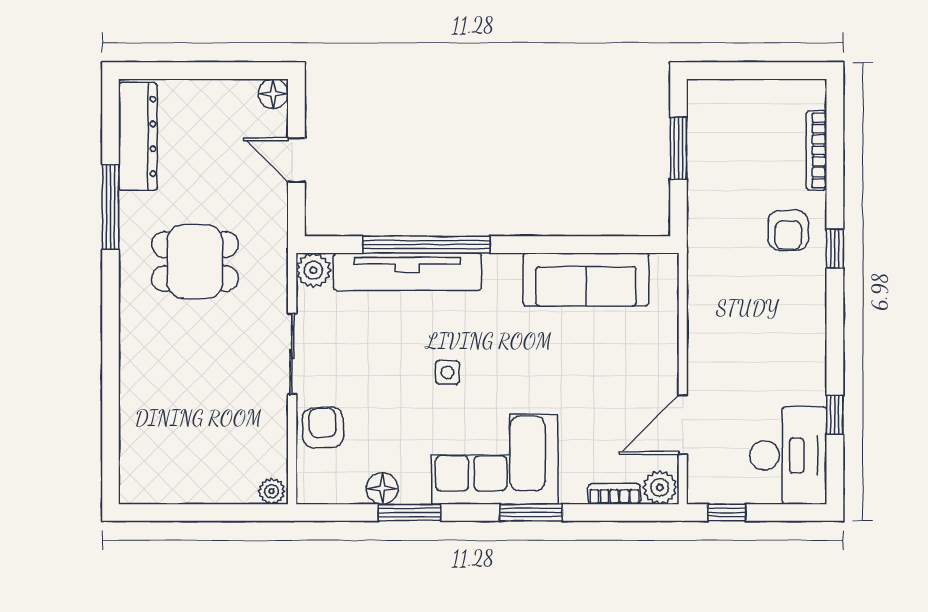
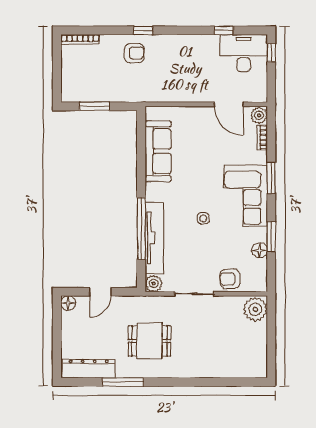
bookcase: (816, 151) -> (80, 39), moved
dining table: (195, 262) -> (149, 341), turned 90
plant: (272, 491) -> (255, 309), width x1.88, depth x1.88
window: (727, 513) -> (271, 53), moved

